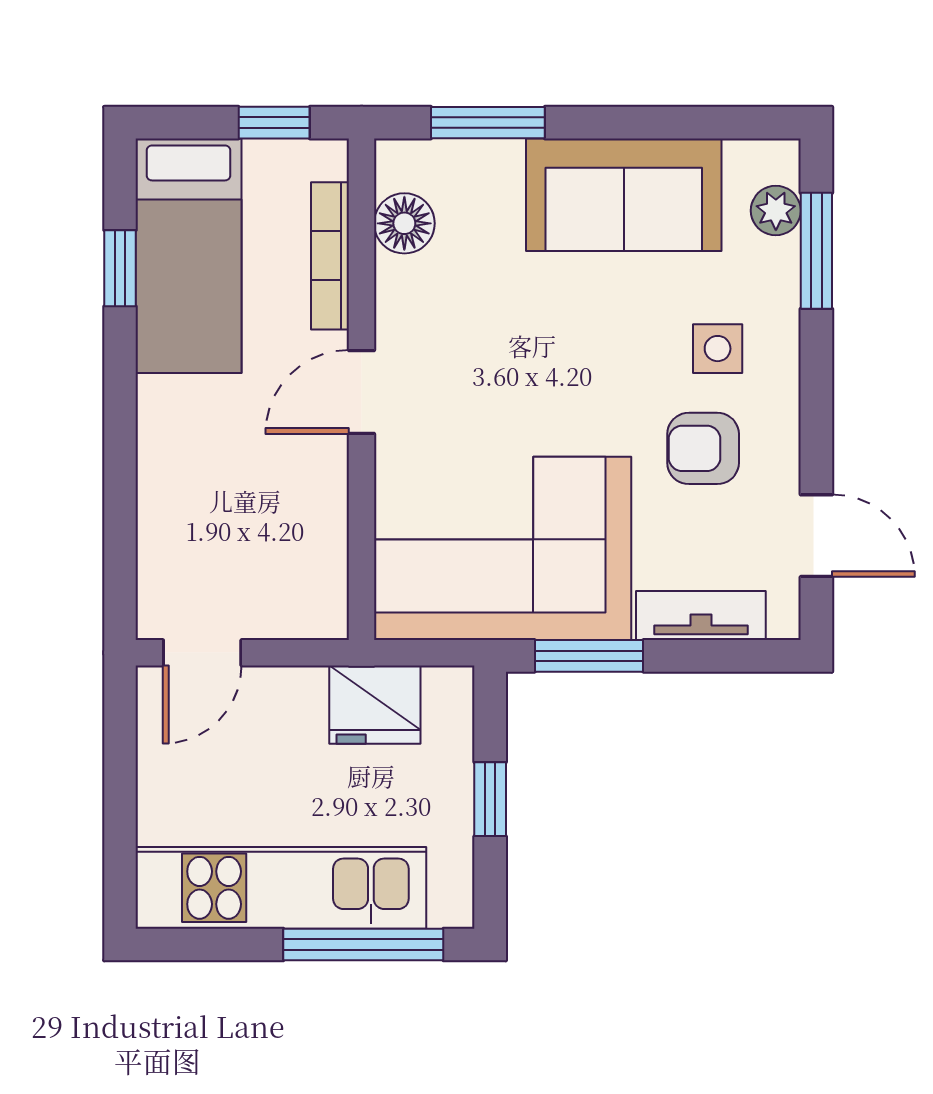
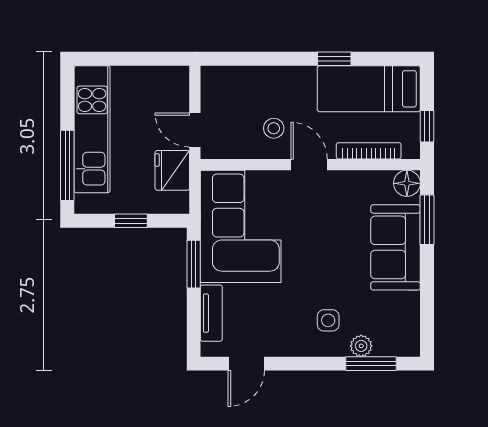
sofa: (624, 195) -> (395, 247), moved
plant: (776, 211) -> (361, 346), moved
floor lamp: (404, 223) -> (407, 183), moved
window: (120, 268) -> (334, 59), moved
armchair: (703, 448) -> (284, 314), removed
stool: (279, 473) -> (274, 128), added
door: (202, 653) -> (195, 130), moved

